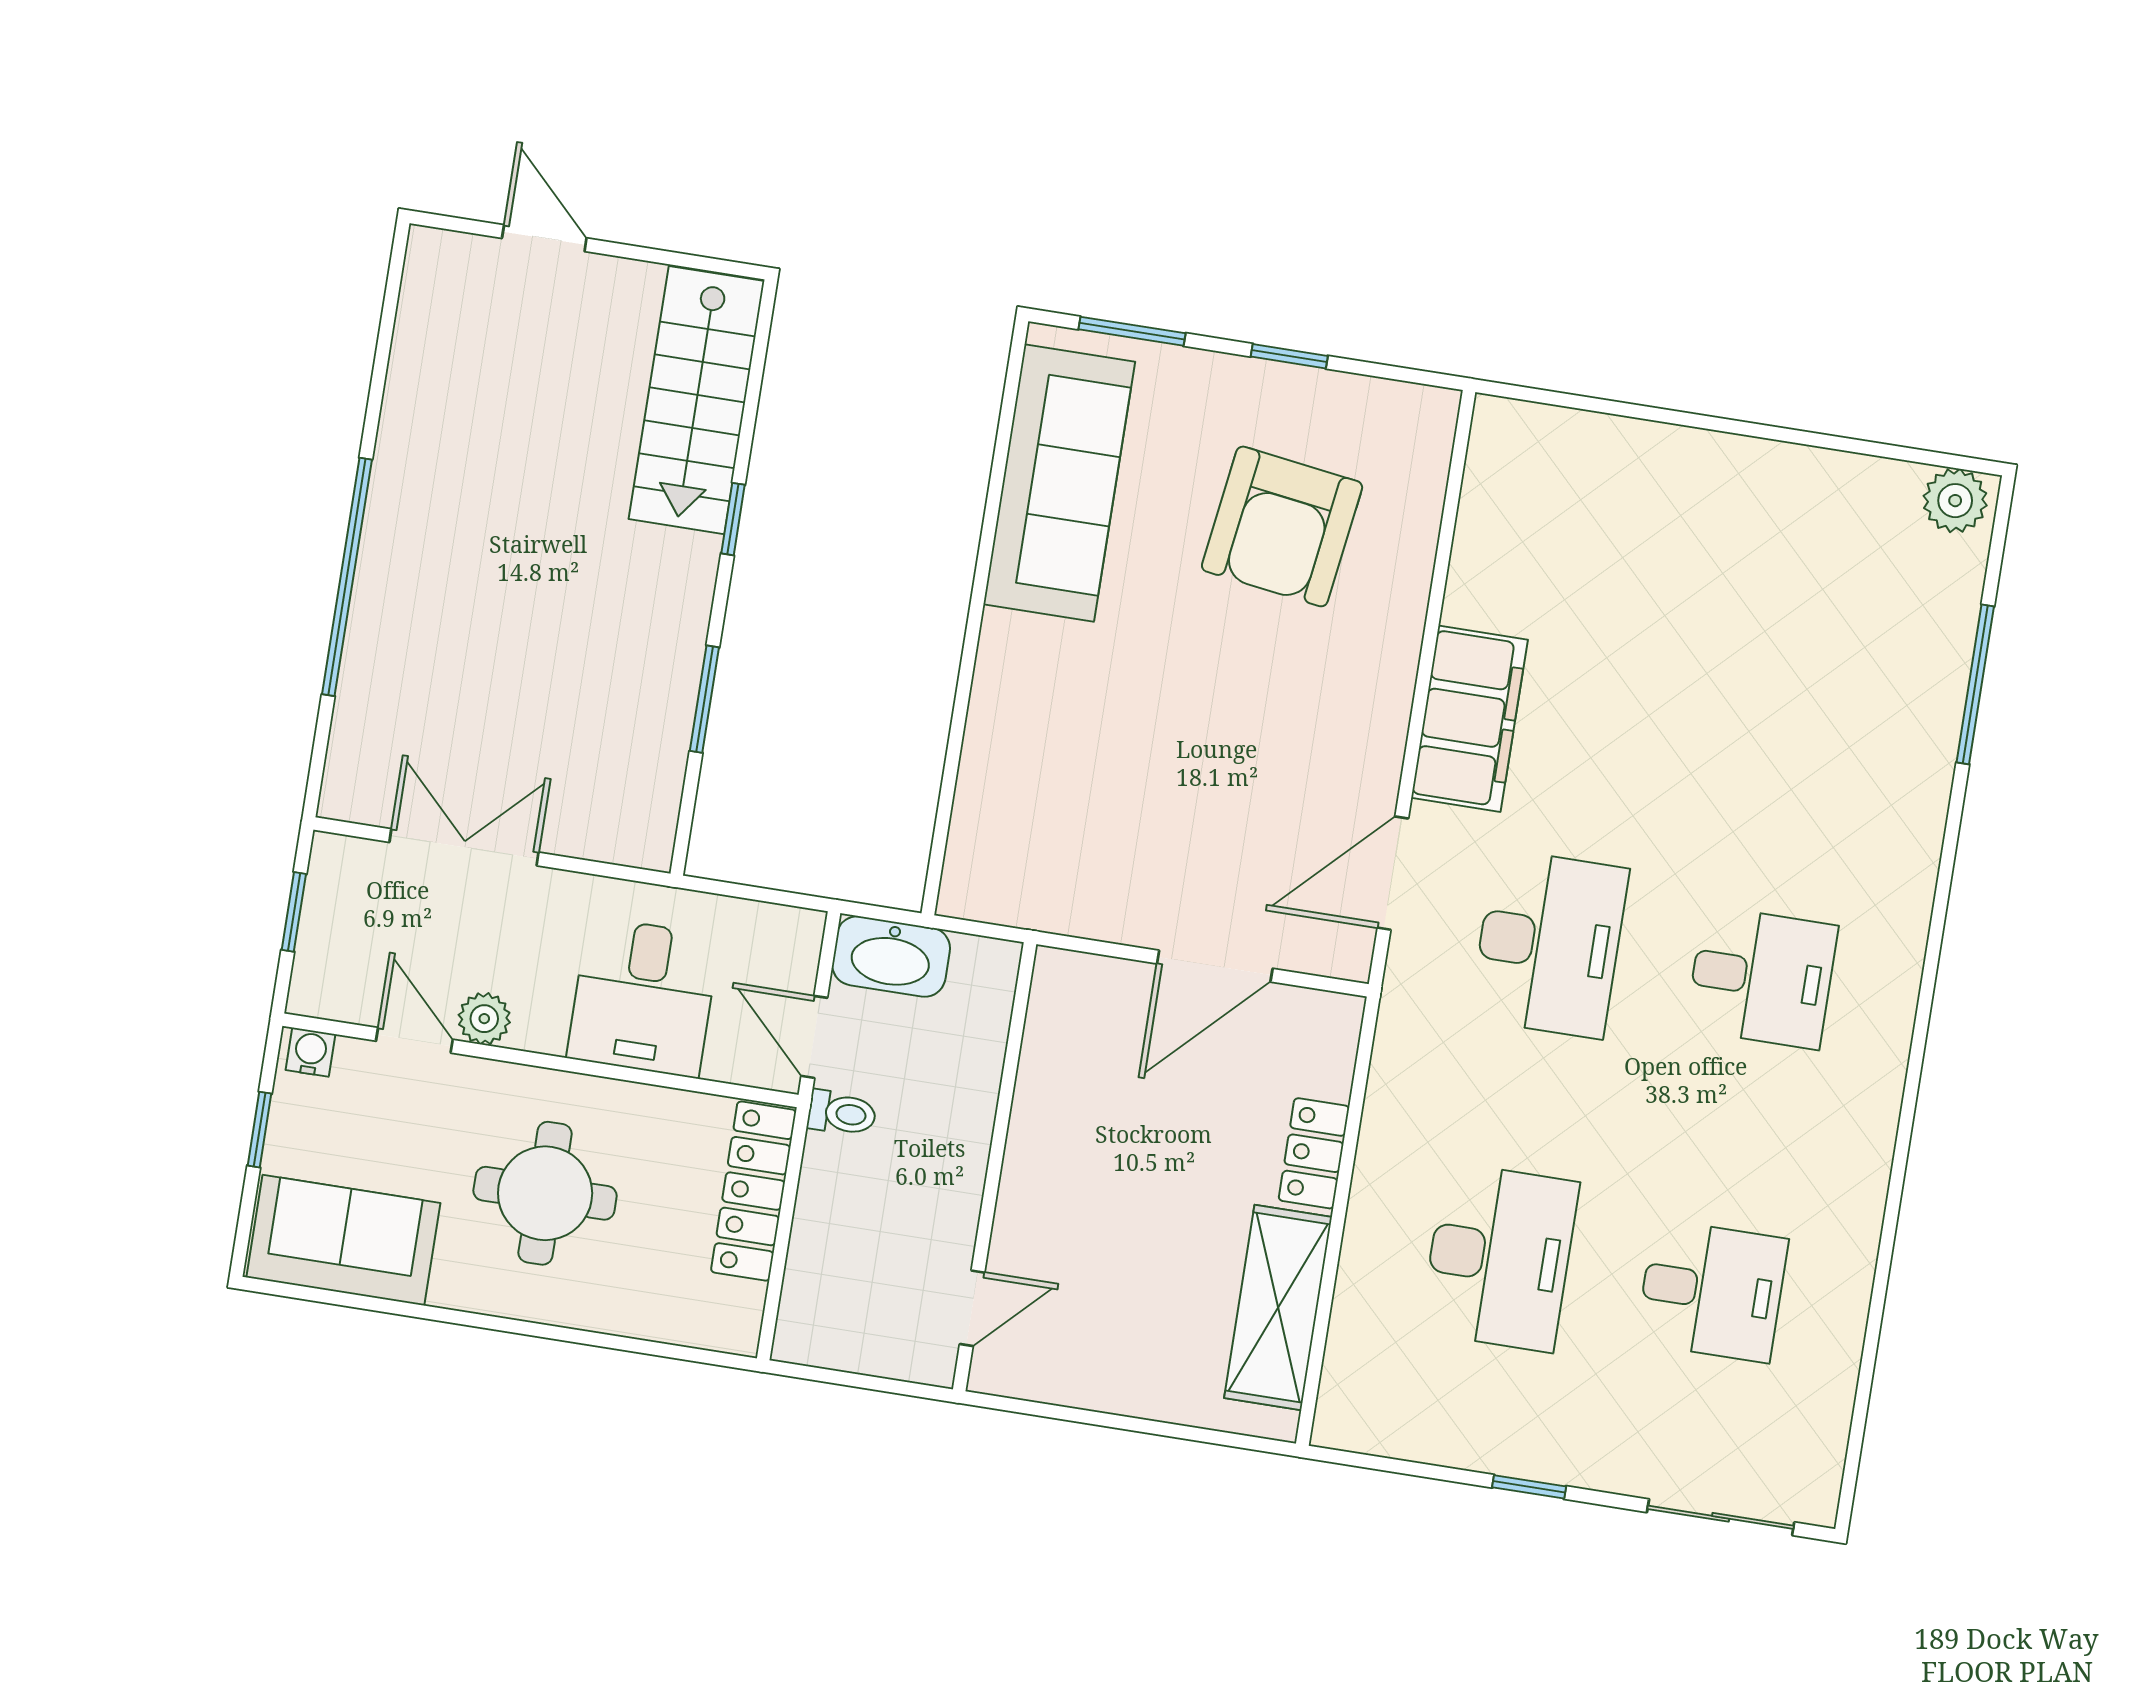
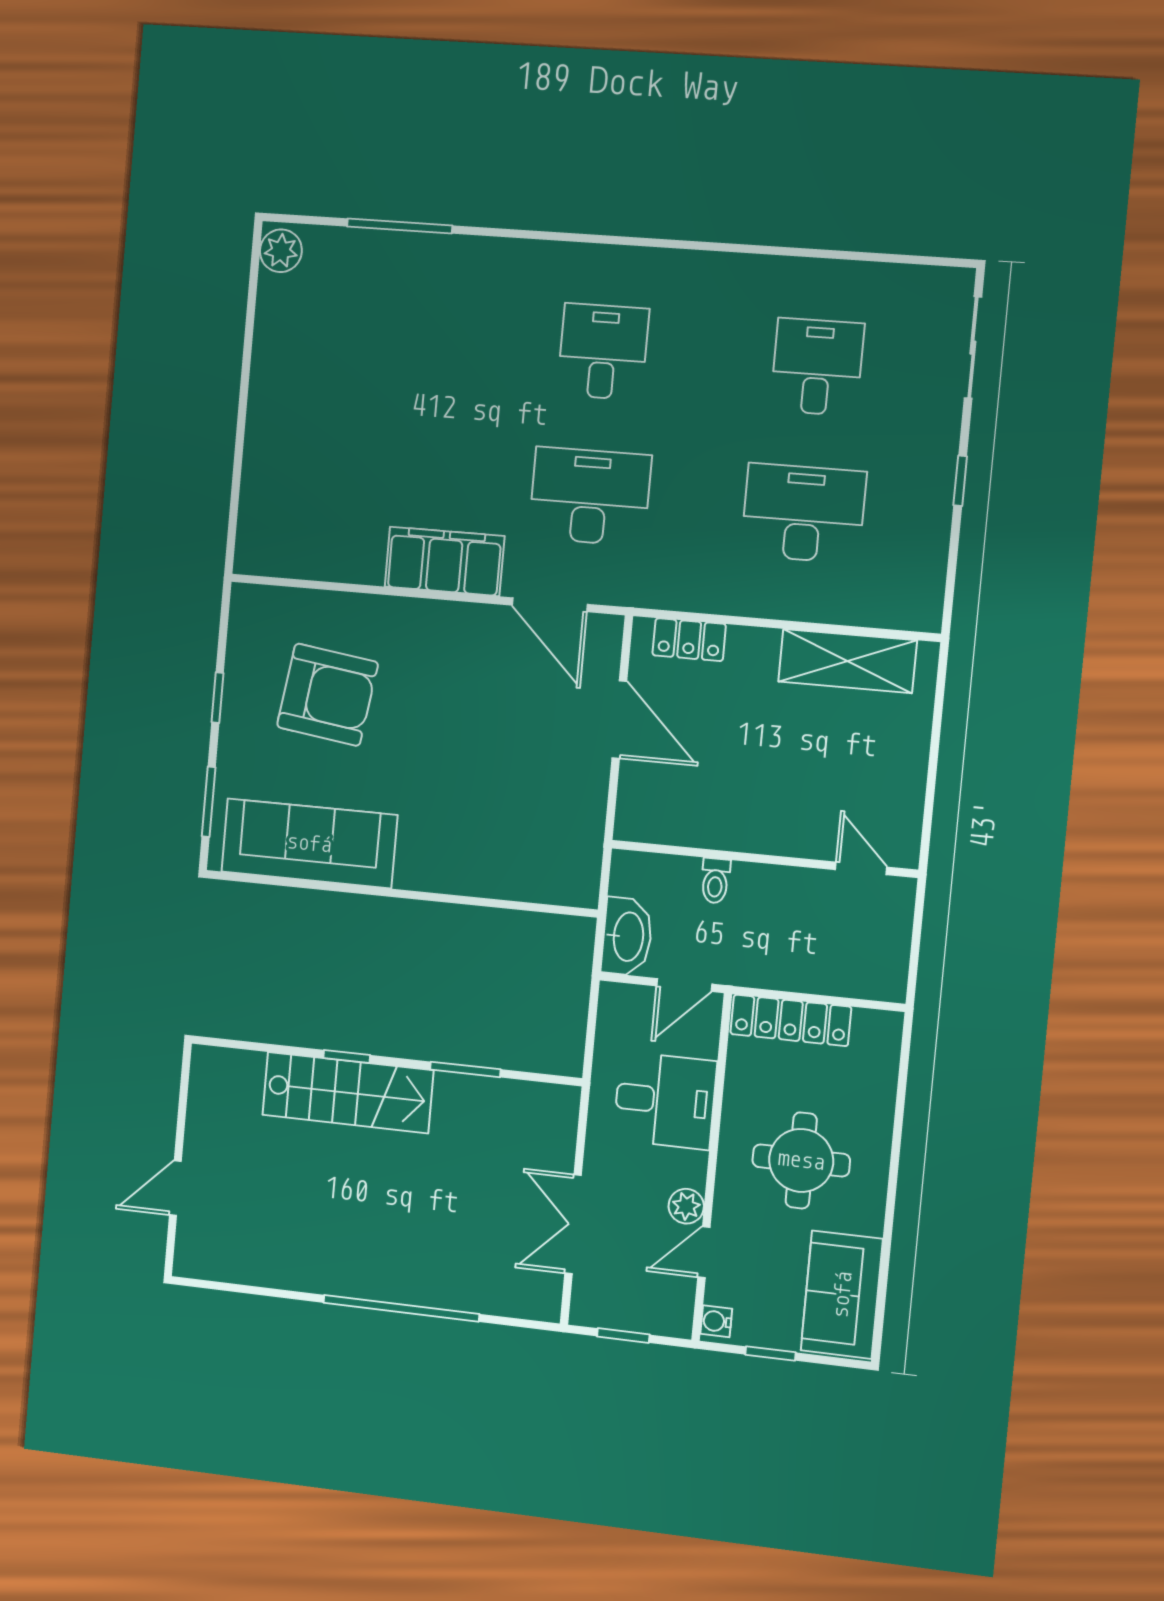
stairs: (697, 400) -> (348, 1093), moved
toilet: (842, 1113) -> (715, 881), moved, turned 180
locker: (1314, 1153) -> (689, 640), moved

